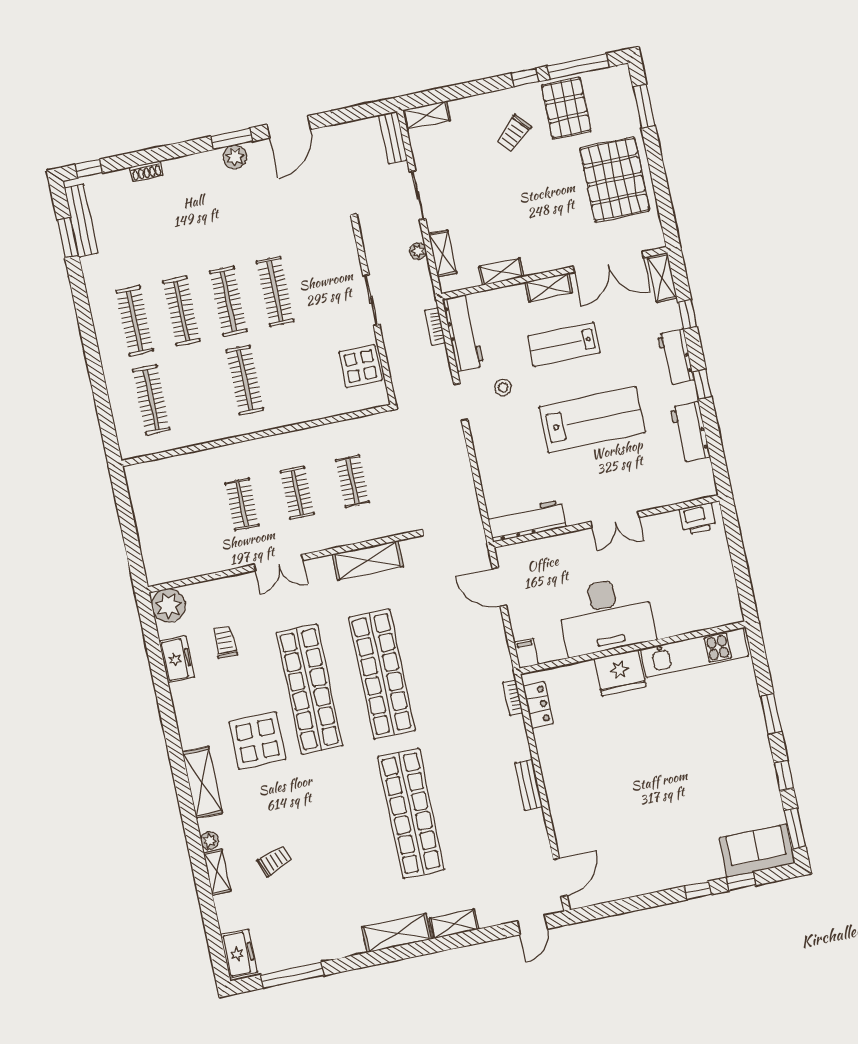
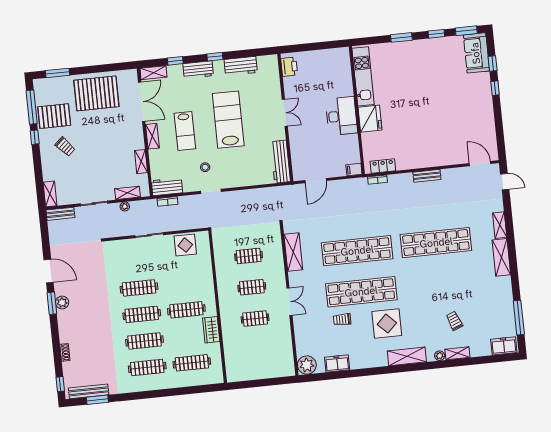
workbench: (463, 333) -> (167, 187), width x0.73
wardrobe: (214, 428) -> (211, 330), added
desk: (606, 616) -> (341, 116), width x0.73, depth x0.77
trolley: (225, 642) -> (342, 319), moved

